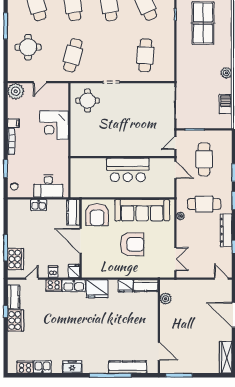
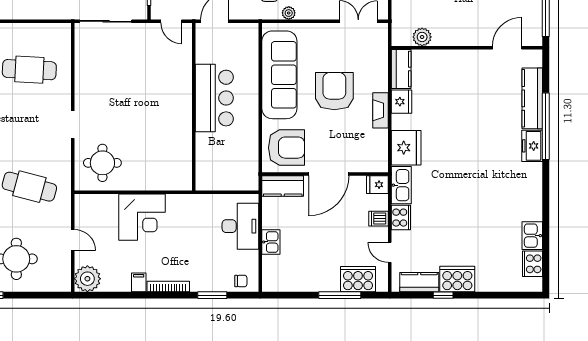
fireplace: (120, 273) -> (380, 110), added
freezer: (72, 367) -> (532, 146), moved

